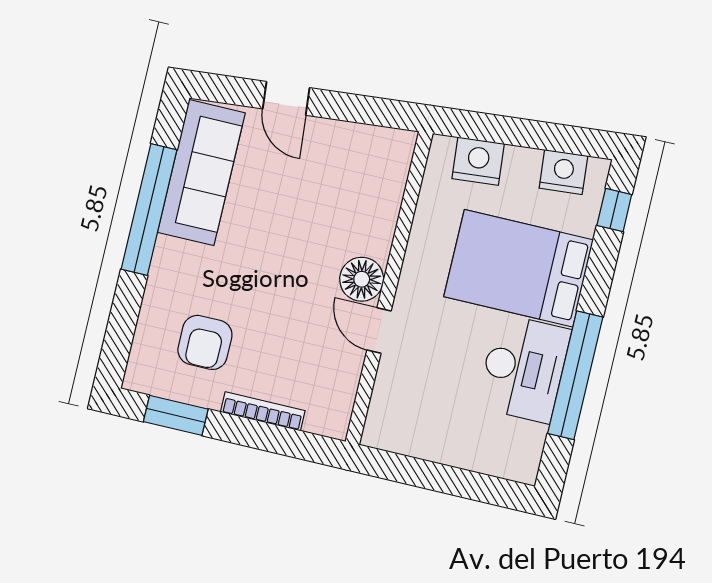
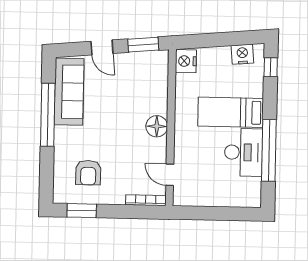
window: (370, 110) -> (143, 45), added
nightstand: (478, 161) -> (186, 61), moved, turned -85
bed: (519, 268) -> (231, 112), width x0.67
door: (379, 330) -> (170, 175), moved
bookcase: (263, 411) -> (146, 200), moved

